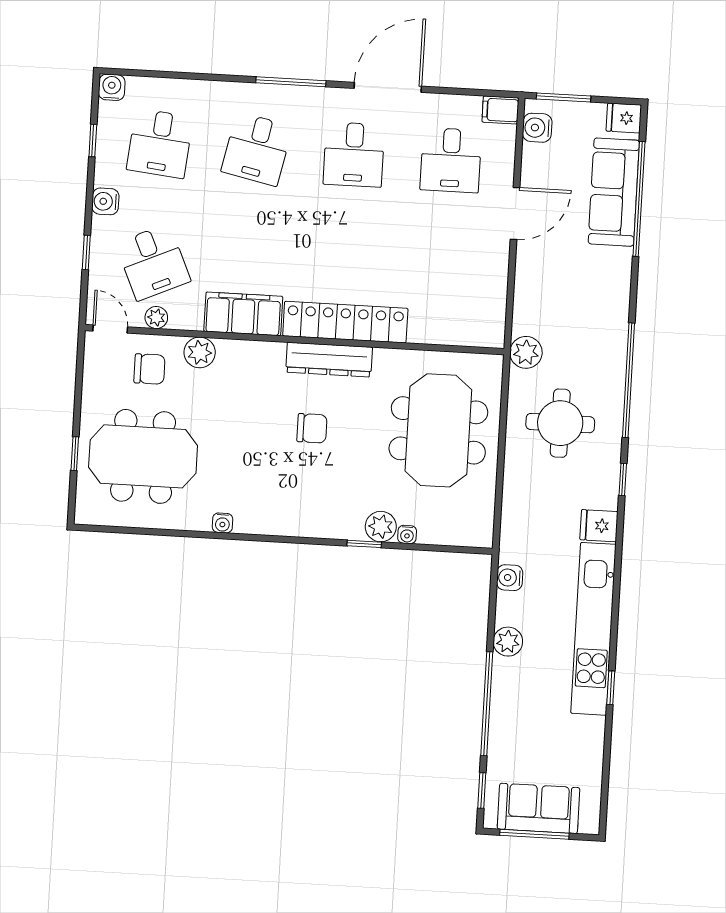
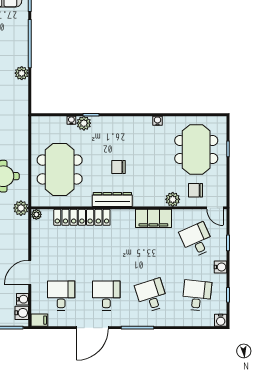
desk: (257, 149) -> (152, 295), turned -30
plant: (156, 317) -> (36, 214), moved
locker: (345, 322) -> (82, 217), moved
meeting table: (143, 456) -> (196, 149), turned 90
water cooler: (510, 578) -> (23, 299), moved

